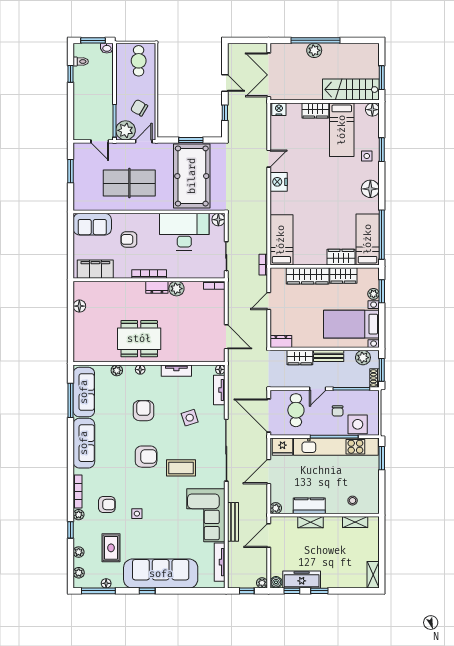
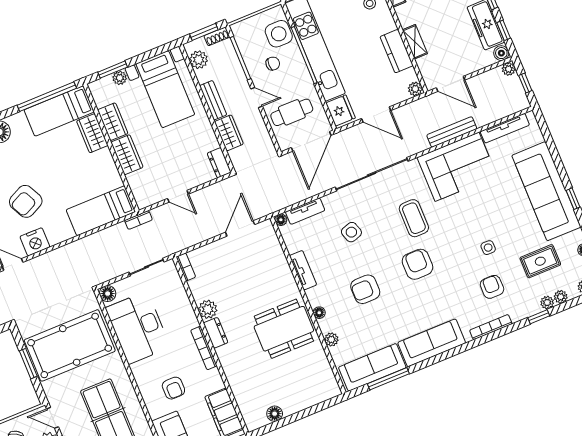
armchair: (311, 187) -> (26, 201), added
wardrobe: (308, 276) -> (127, 155), width x0.67
dining table: (139, 339) -> (284, 329), turned 90
plant: (79, 515) -> (547, 303), moved

